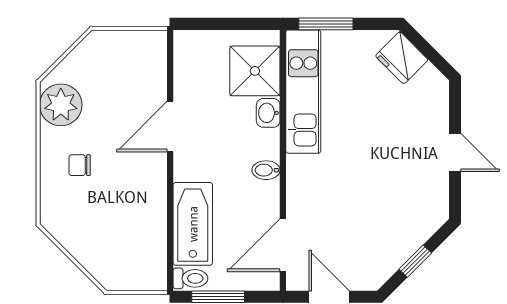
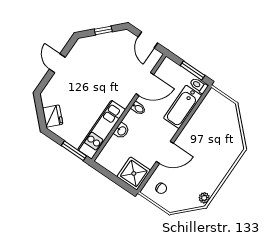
shower: (255, 71) -> (134, 173), moved
plant: (61, 105) -> (204, 198), width x0.53, depth x0.53
chair: (80, 165) -> (161, 188), moved
door: (283, 245) -> (145, 84), moved

